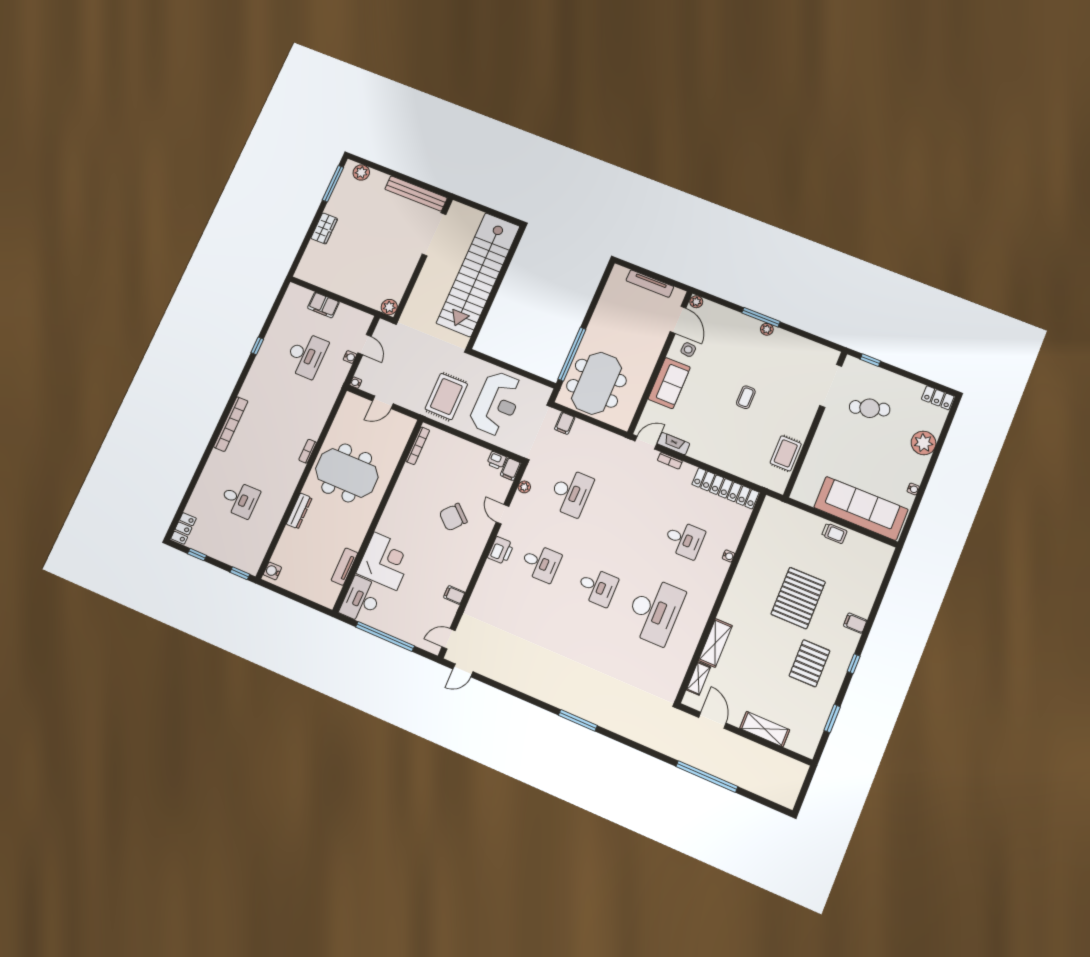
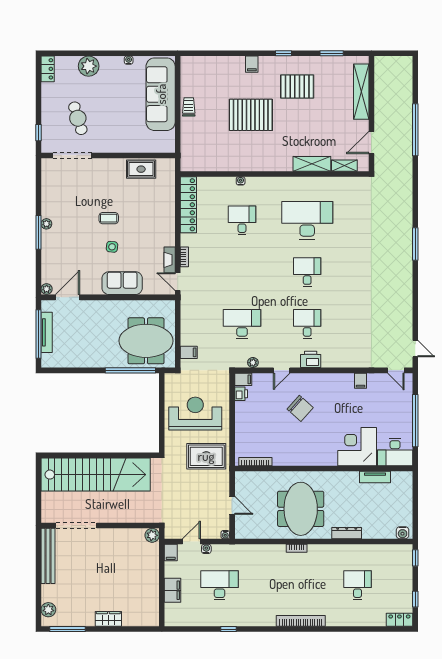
window: (652, 275) -> (38, 334), added
filing cabinet: (363, 319) -> (171, 553), added
side table: (688, 350) -> (112, 247), moved
shelving: (765, 729) -> (361, 92), width x1.47

